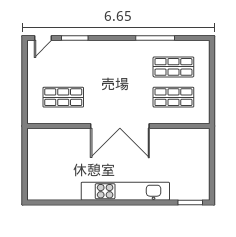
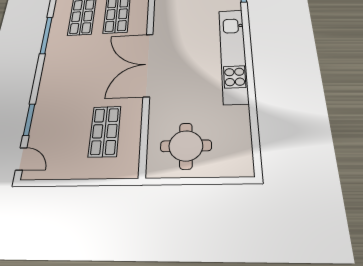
double door: (120, 126) -> (148, 65), swing flipped
round table: (50, 155) -> (186, 146), added

